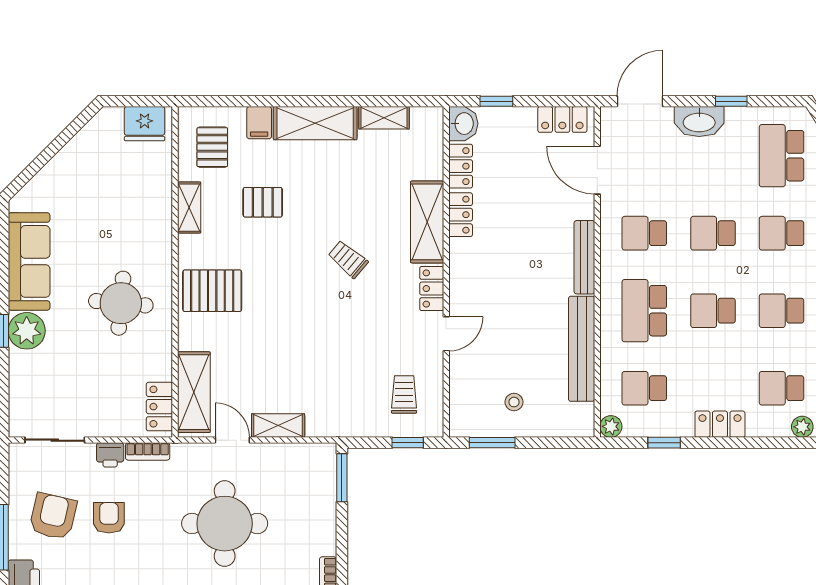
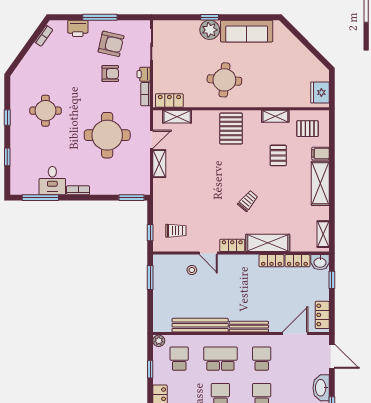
shelving: (384, 118) -> (323, 234), moved
shelving: (194, 392) -> (177, 117), width x0.67, depth x0.75
stool: (514, 402) -> (192, 270), moved

